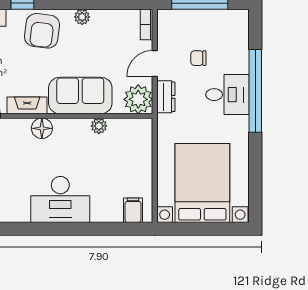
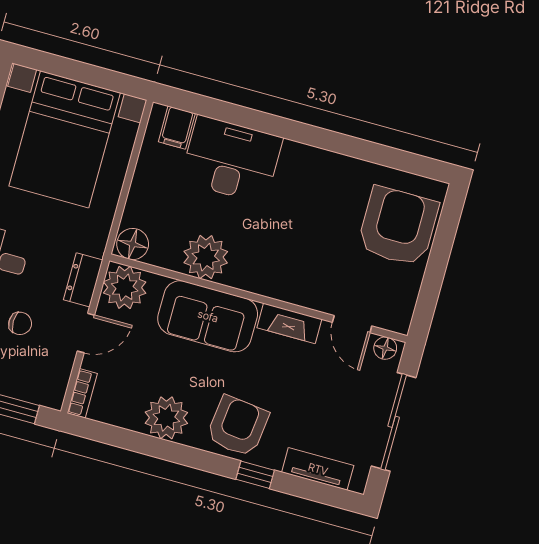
plant: (82, 17) -> (166, 418), width x1.88, depth x1.88
plant: (99, 126) -> (206, 257), width x1.87, depth x1.87
floor lamp: (42, 128) -> (133, 244), moved
desk: (60, 199) -> (231, 159), moved

